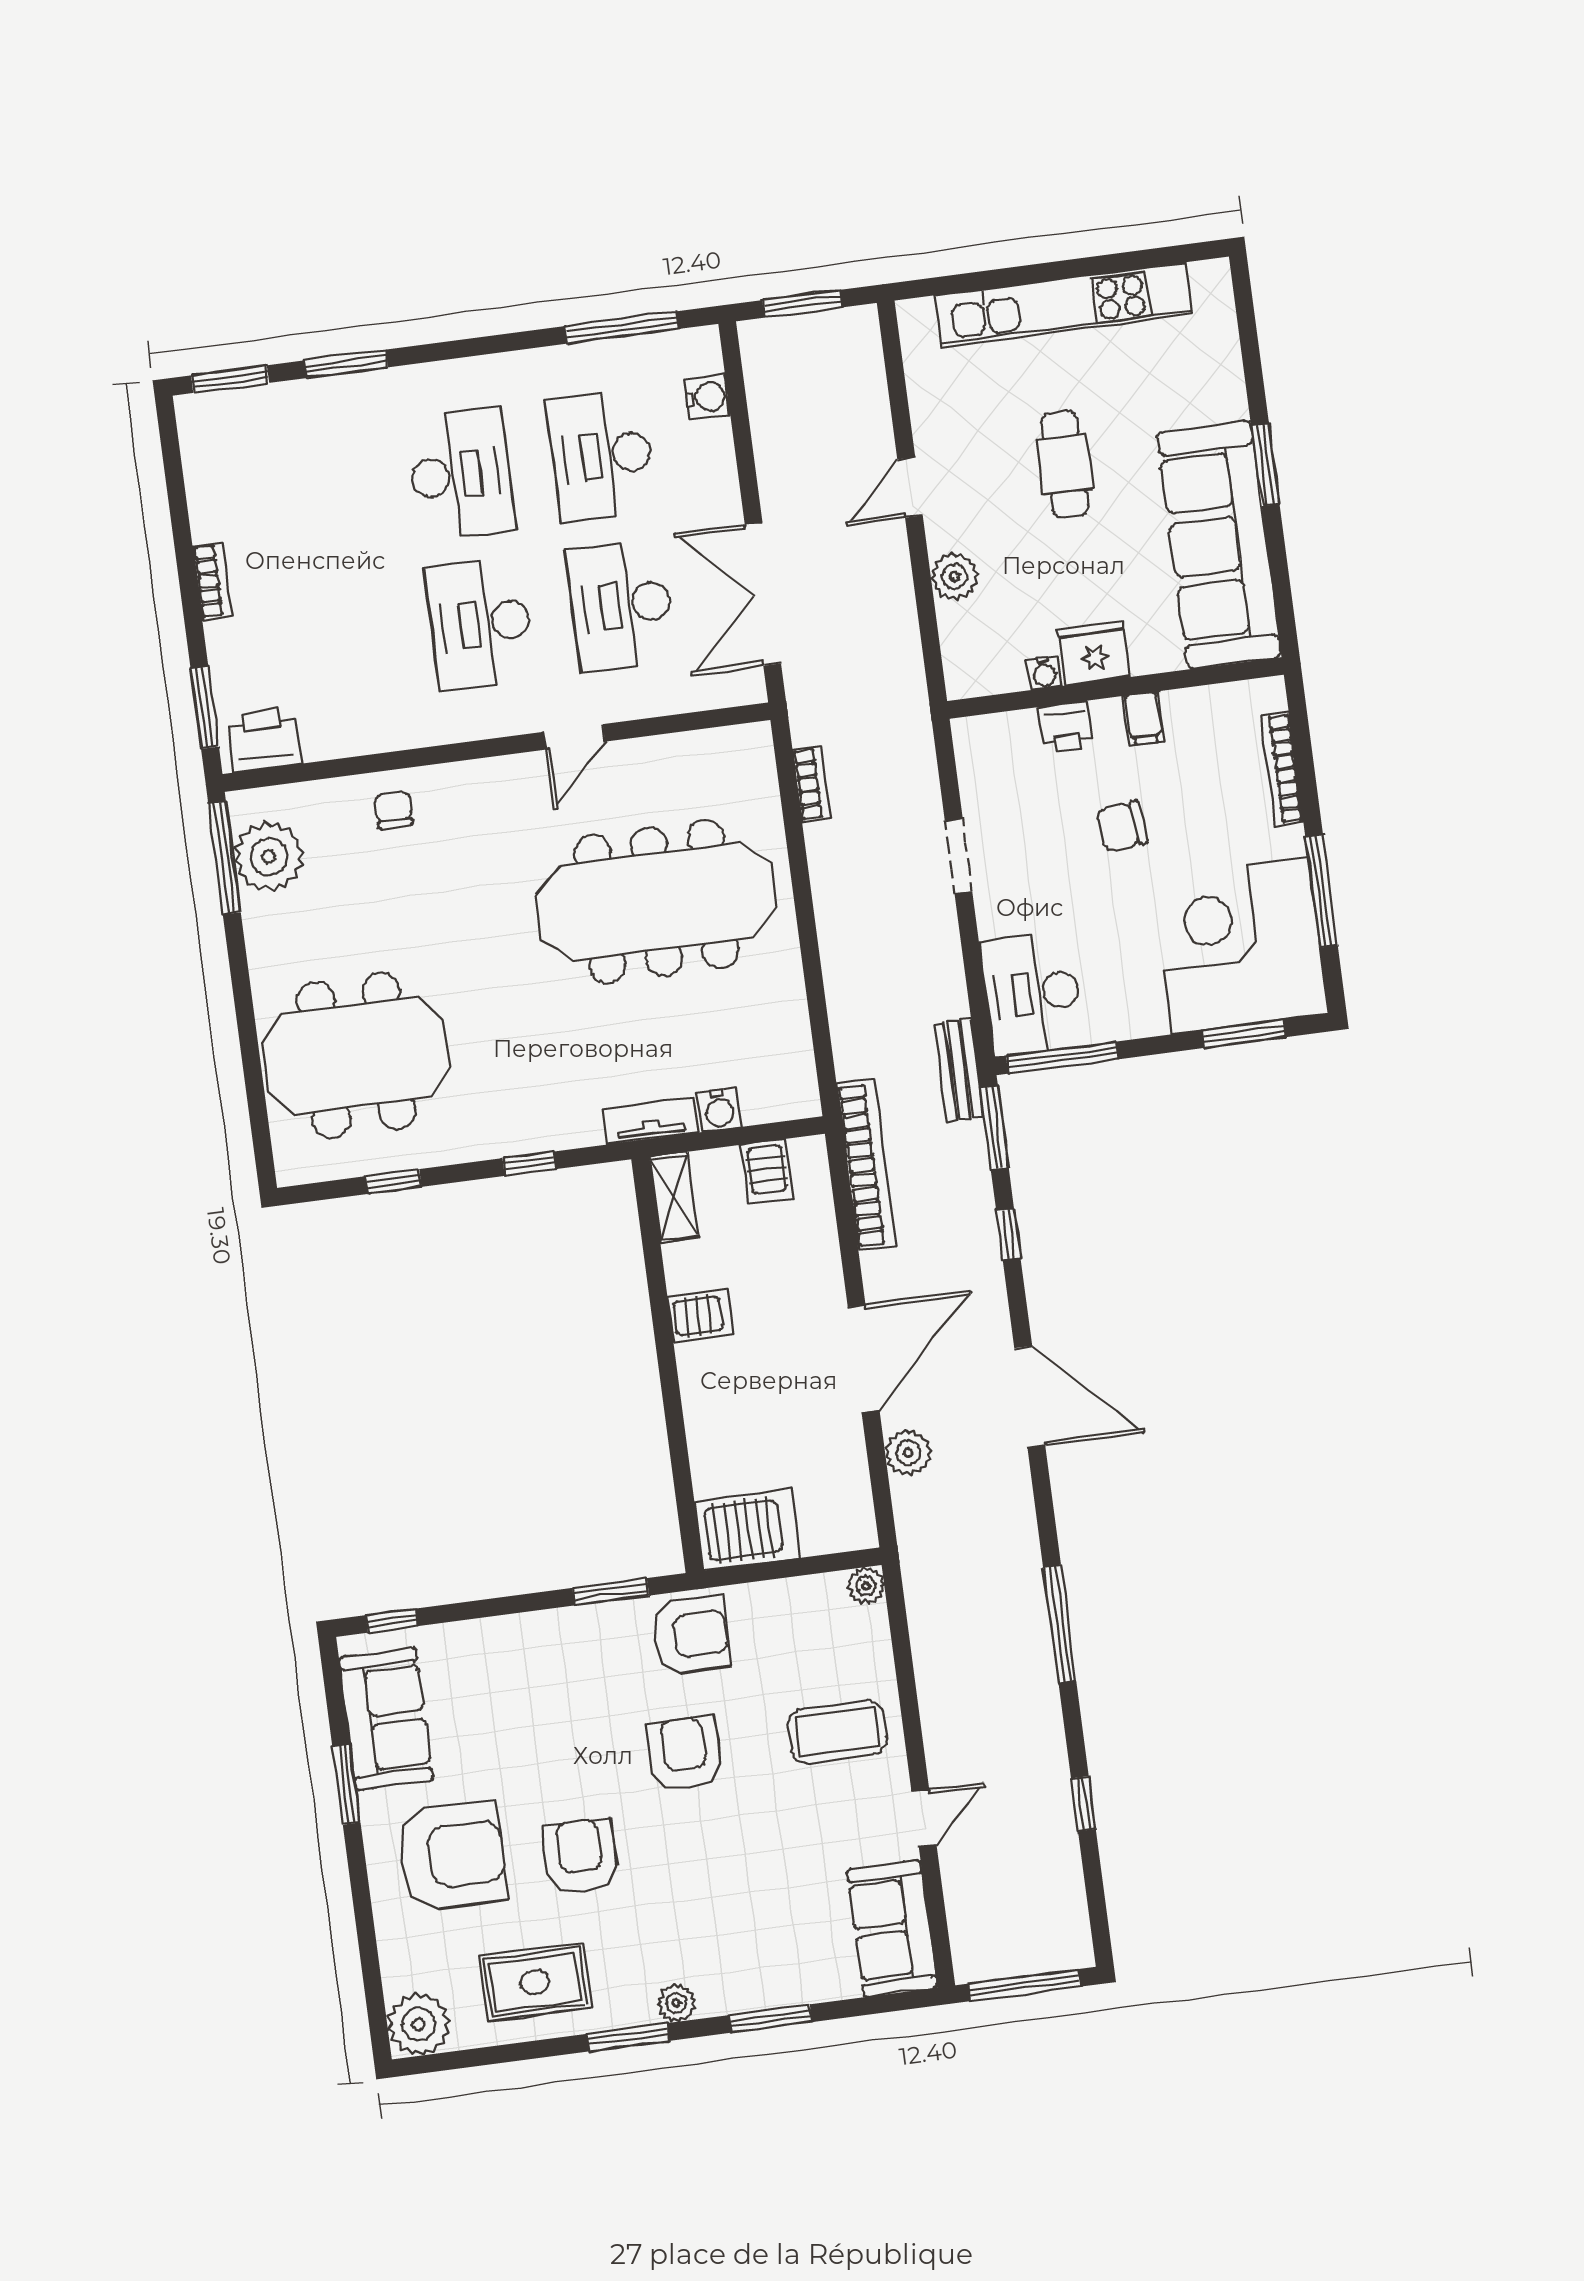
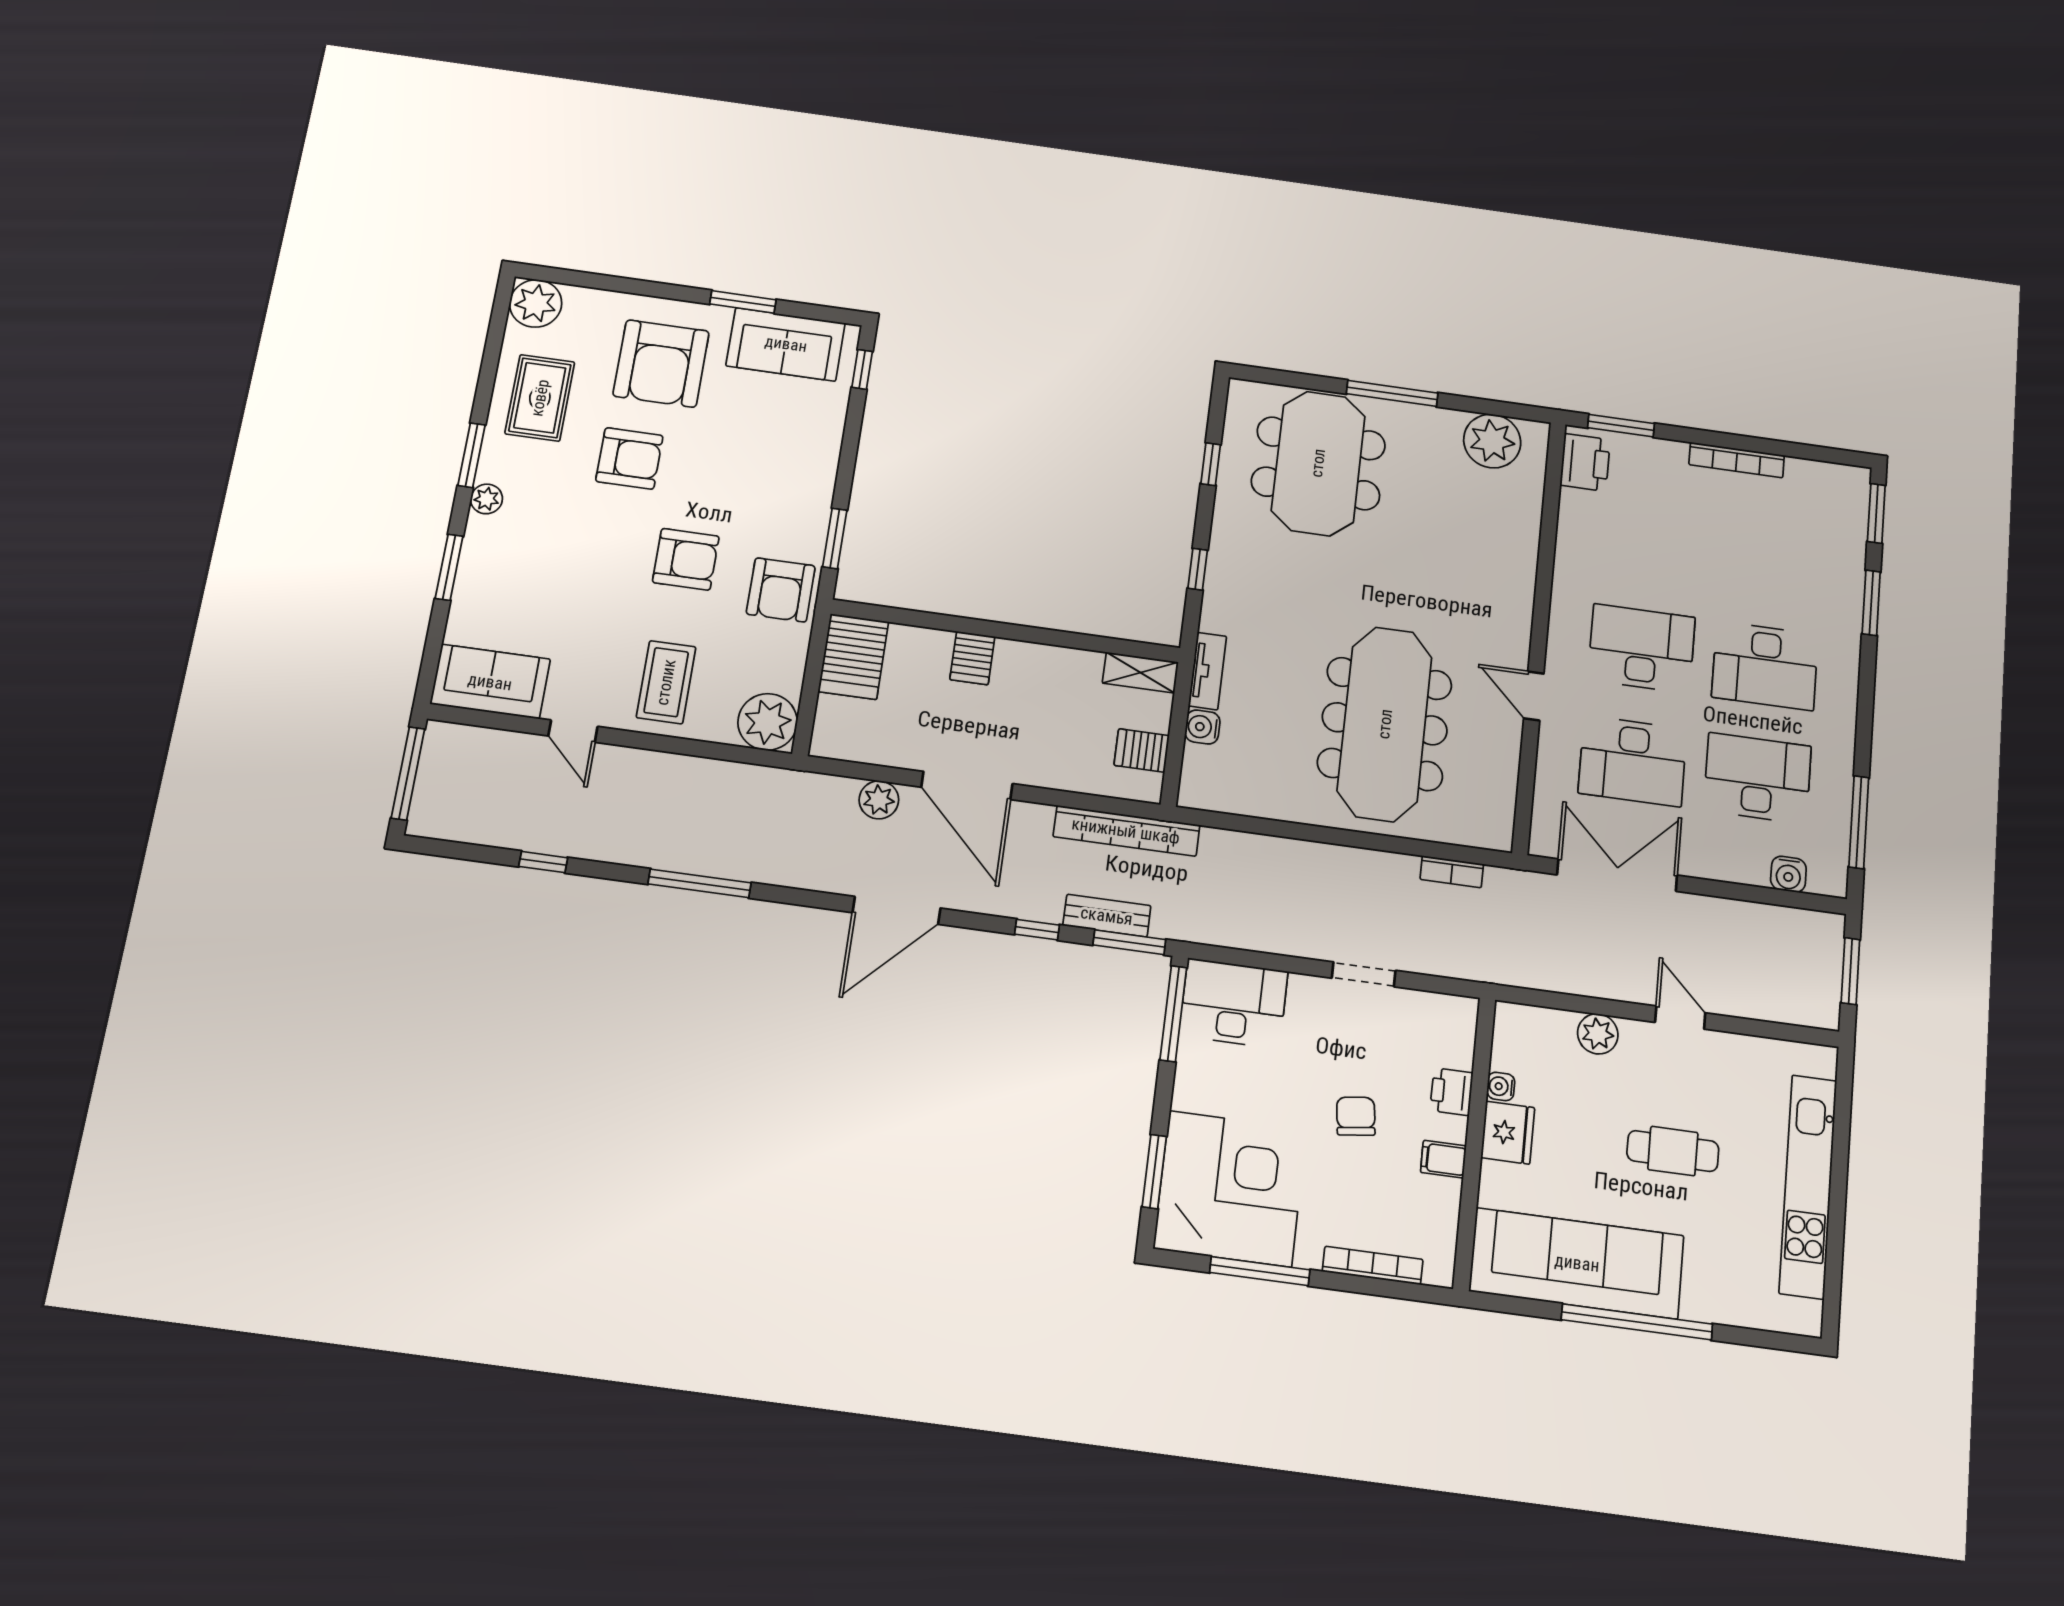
window: (1265, 465) -> (1637, 1322), width x2.11
bookcase: (212, 581) -> (1737, 460), width x1.56
desk: (621, 605) -> (1633, 761), turned 180
chair: (394, 810) -> (1507, 543), removed
window: (224, 858) -> (1392, 393), moved
bench: (959, 1071) -> (1107, 916), moved
server rack: (700, 1316) -> (972, 658), moved
plant: (866, 1586) -> (768, 722), width x1.87, depth x1.87

